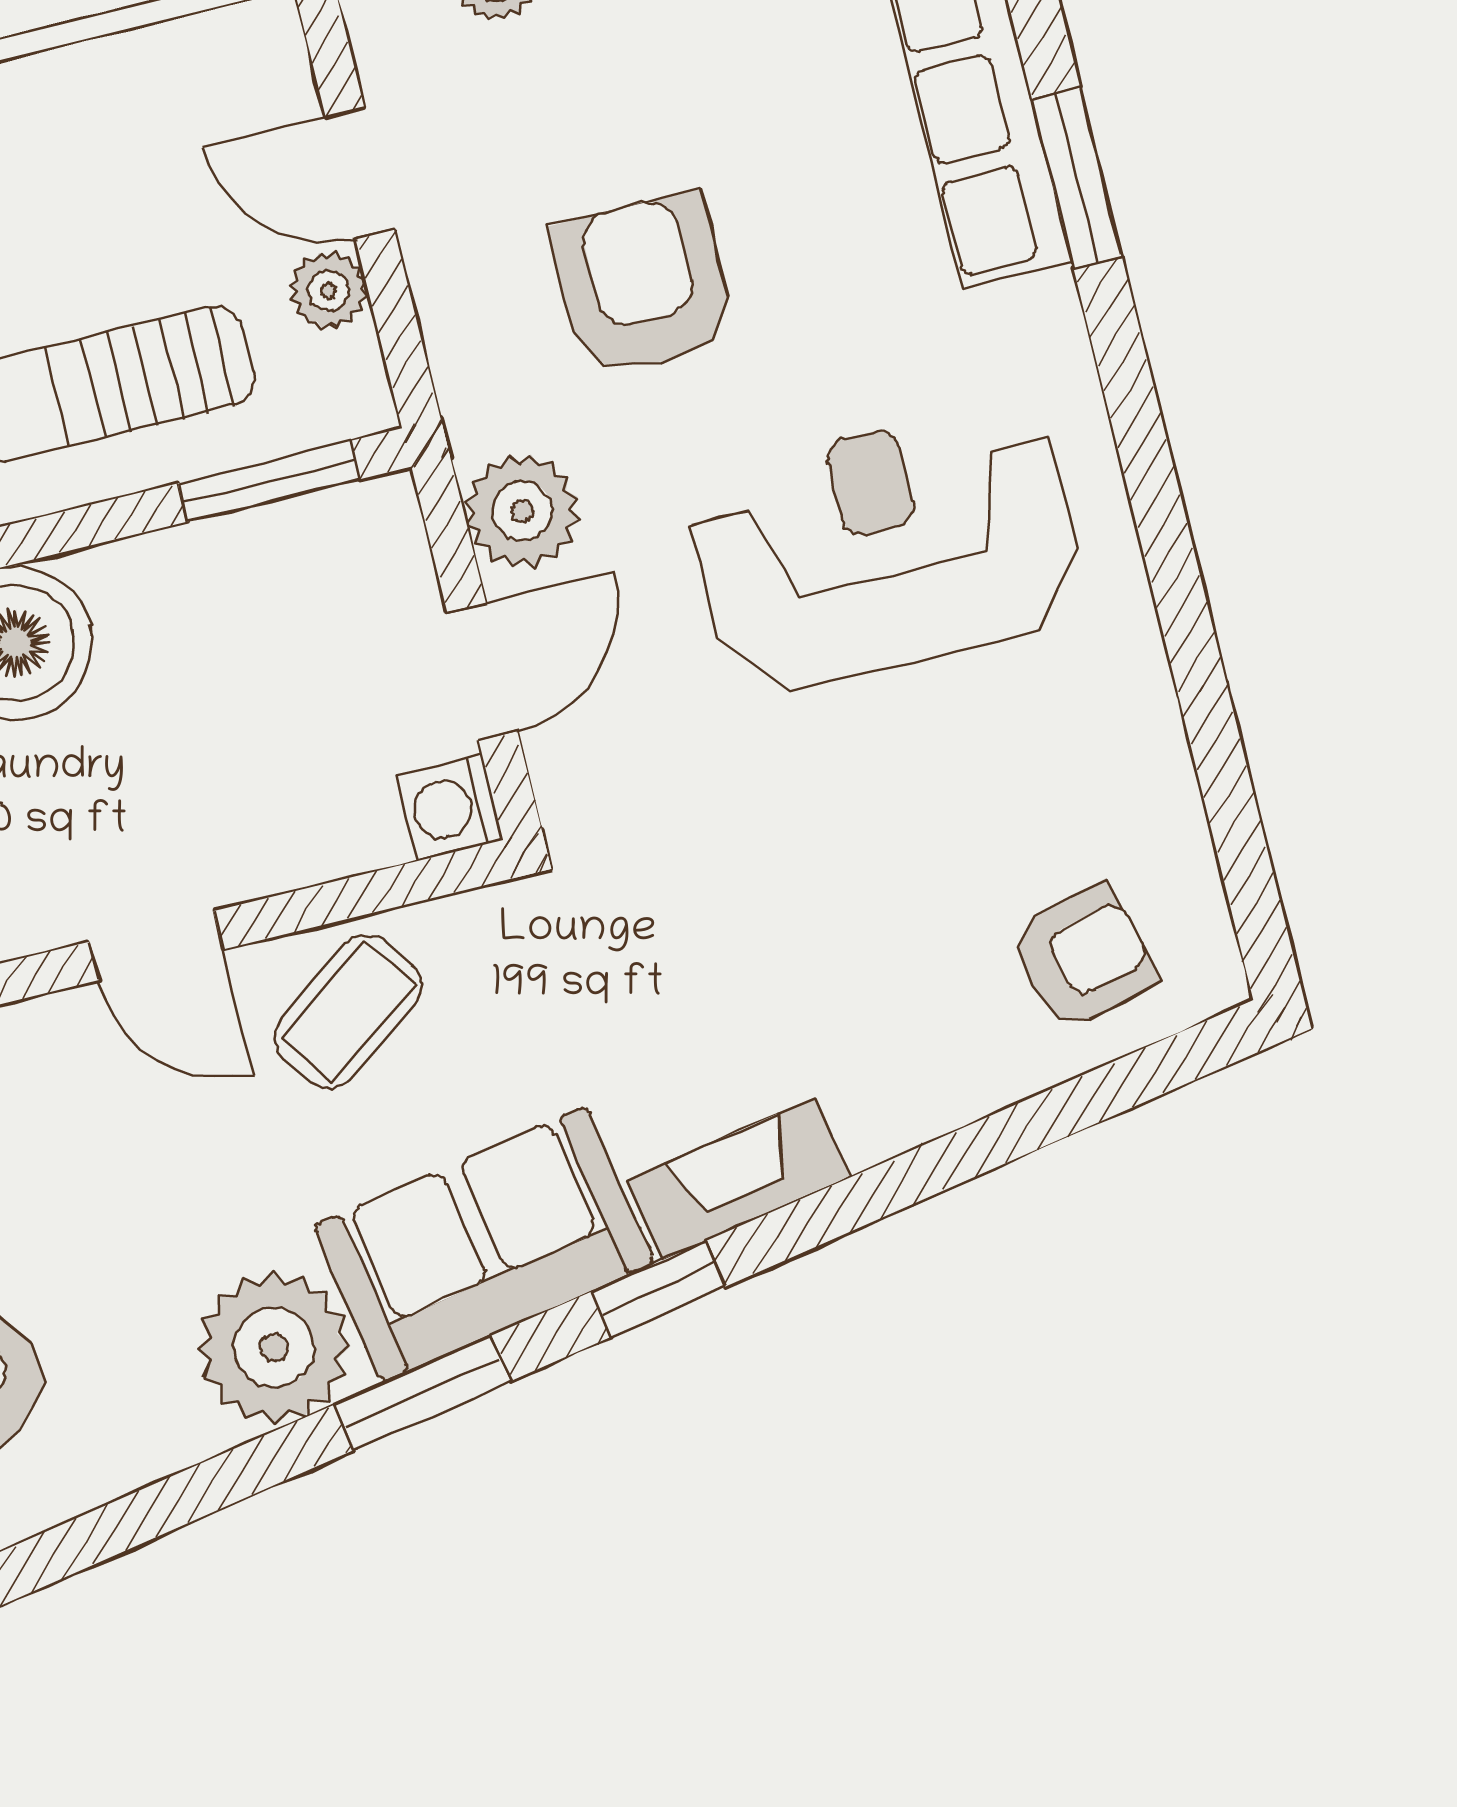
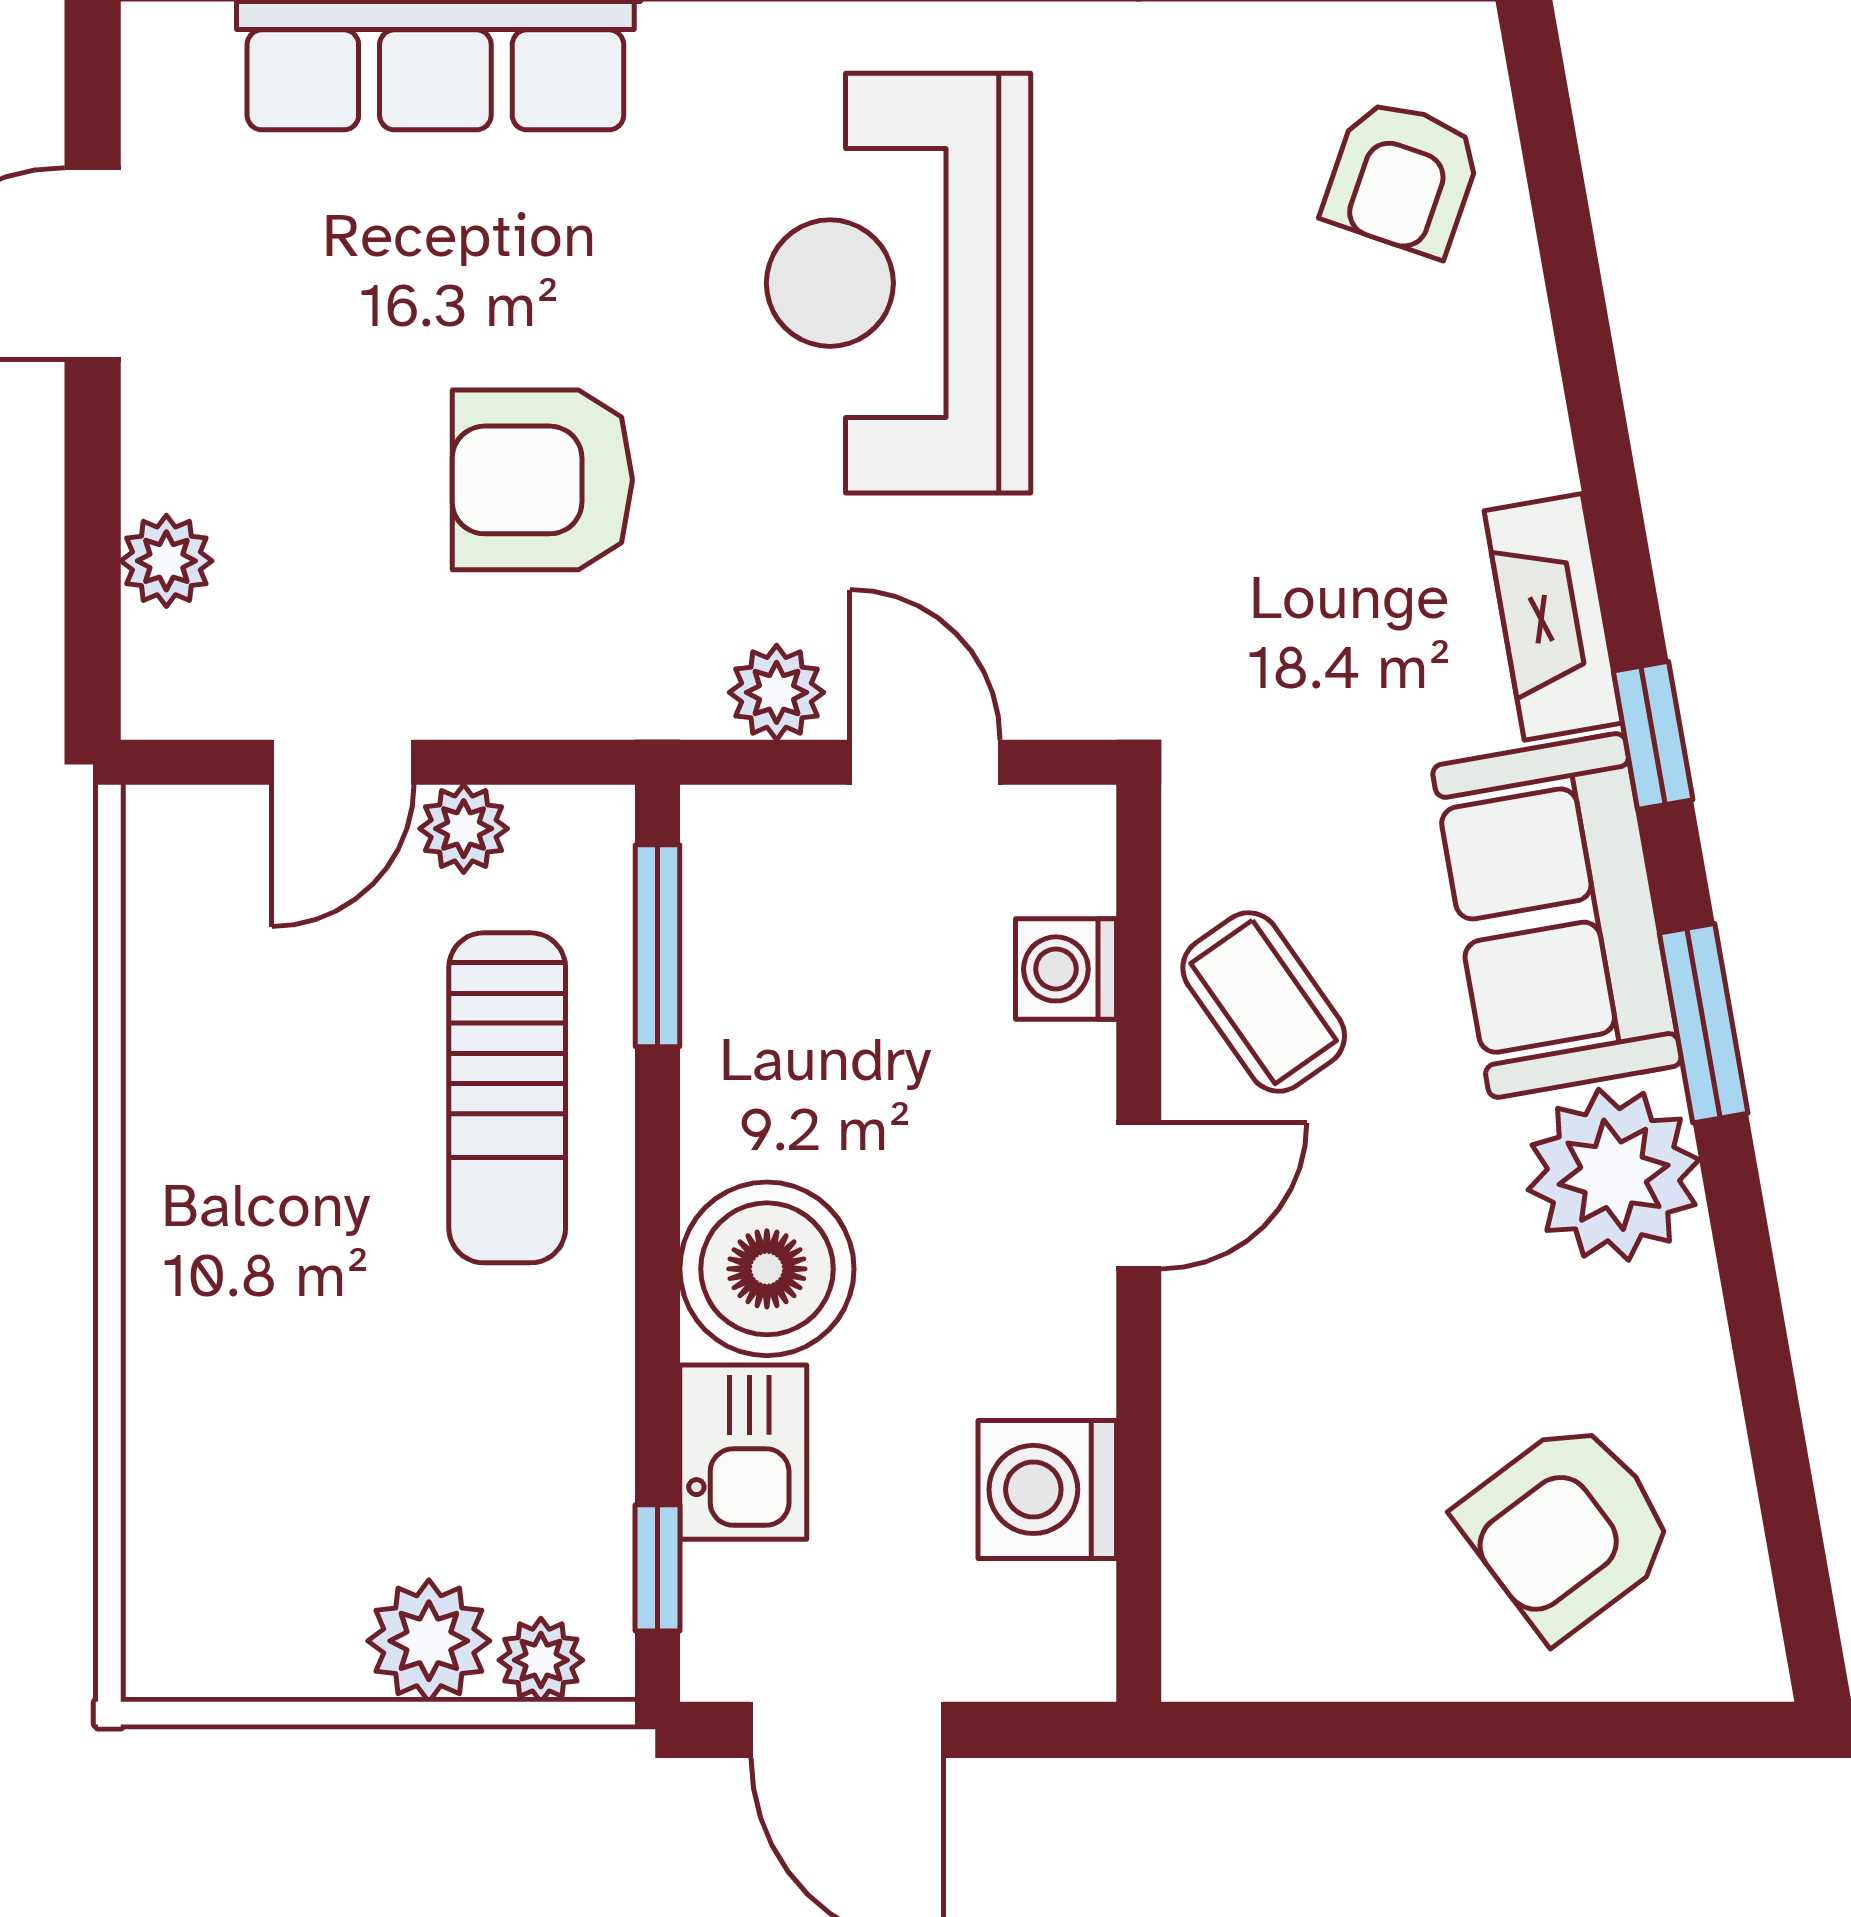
plant: (522, 511) -> (777, 692), width x0.73, depth x0.73
washing machine: (450, 807) -> (1066, 969), moved, turned 90
armchair: (1083, 957) -> (1402, 177), turned -146

